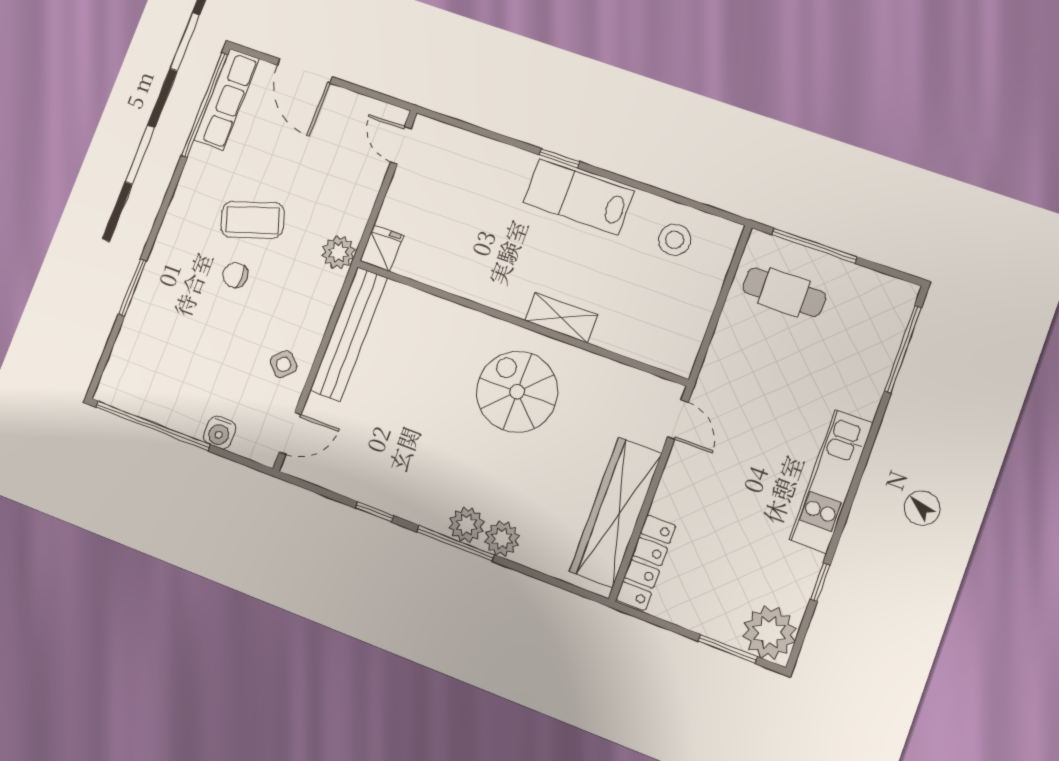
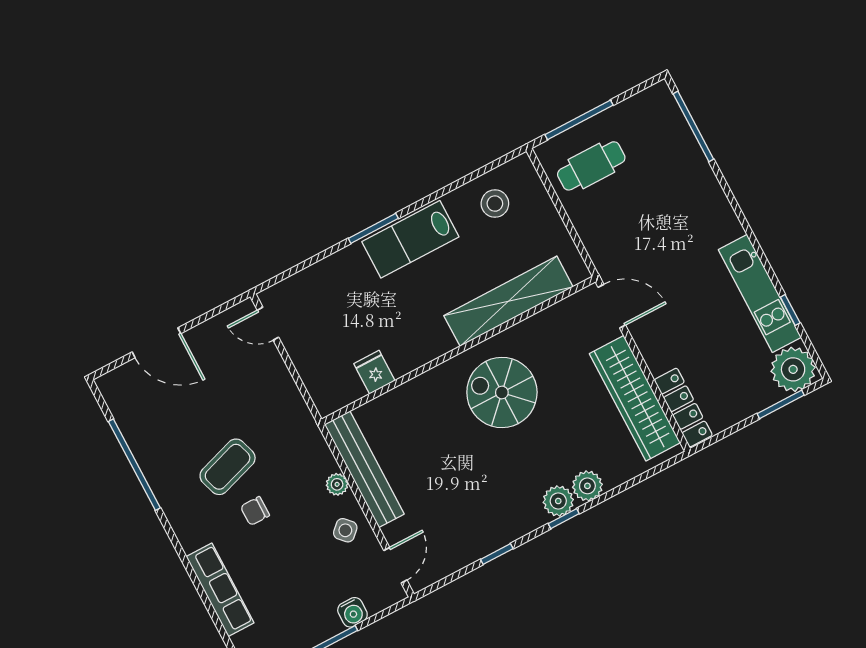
row of seats: (226, 99) -> (220, 590), moved
window: (205, 105) -> (134, 465), moved
window: (559, 158) -> (373, 228), width x1.50
fridge: (382, 248) -> (374, 372), moved
plant: (338, 252) -> (337, 484), moved, width x0.73, depth x0.73
window: (132, 288) -> (199, 588), removed
shelving: (561, 318) -> (508, 301), width x2.20, depth x1.33
door: (678, 420) -> (612, 306), width x1.38
kitchen unit: (831, 481) -> (760, 293), moved
window: (455, 543) -> (564, 519), width x0.46

